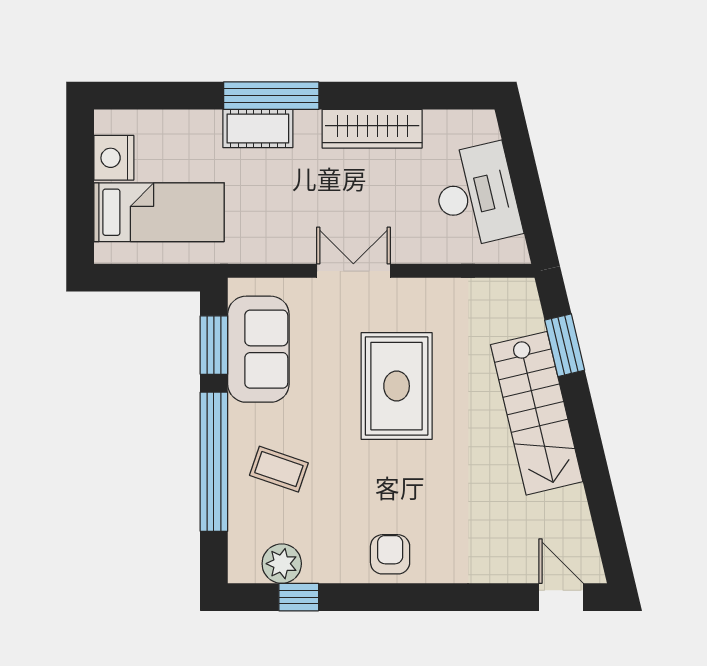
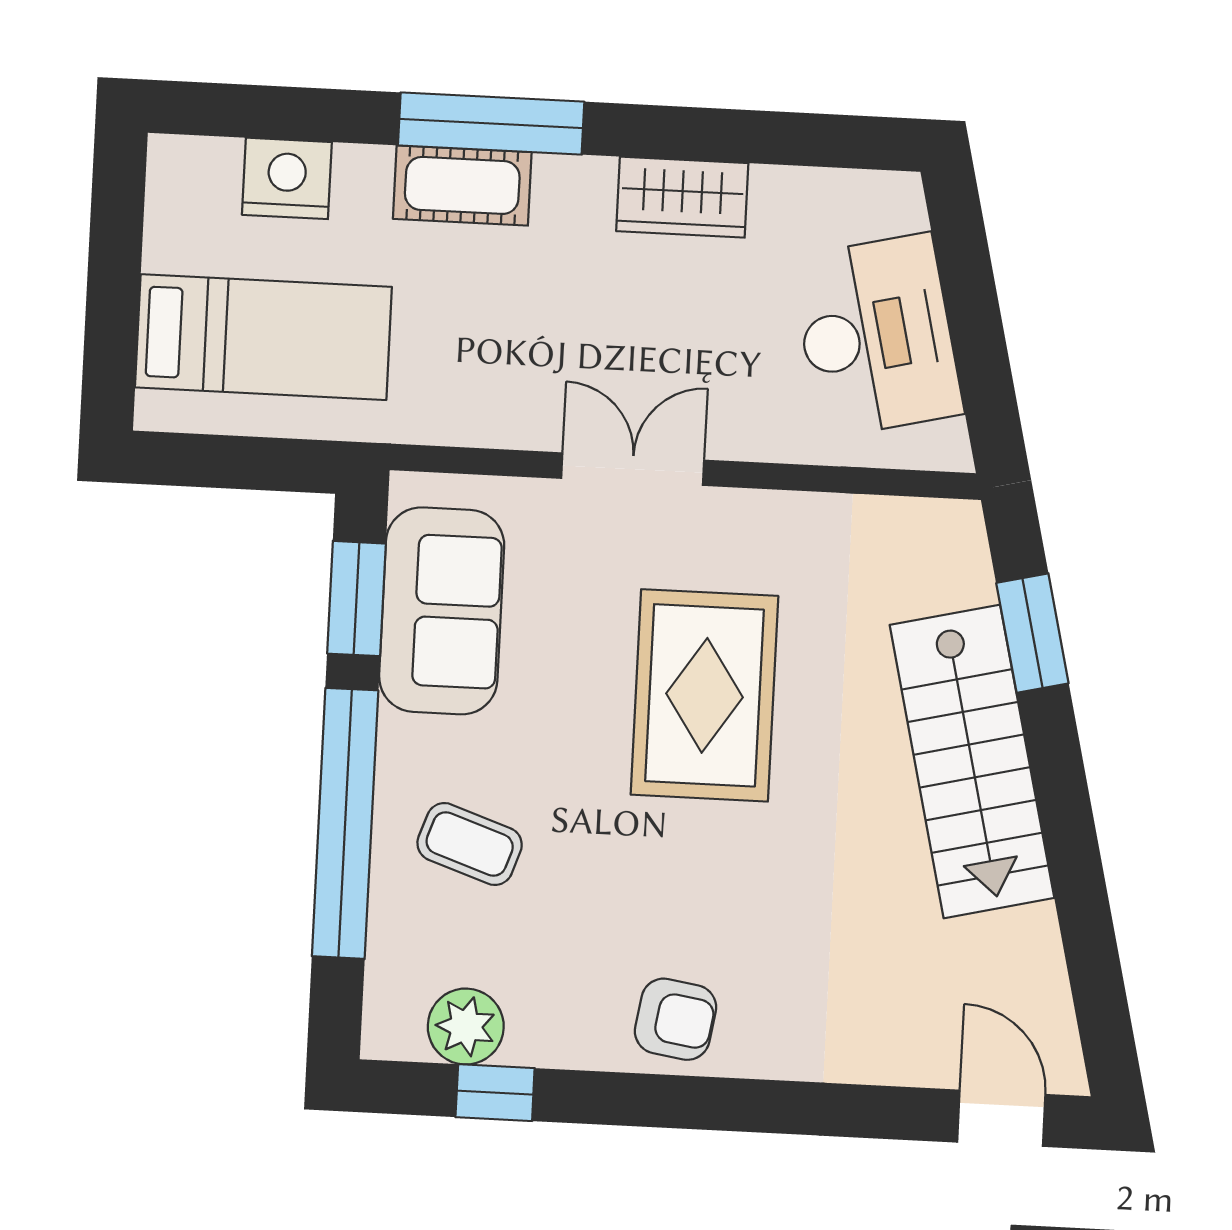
wardrobe: (372, 129) -> (682, 197), width x0.67
nightstand: (114, 158) -> (287, 178), moved, turned 90
armchair: (390, 554) -> (676, 1019), turned 99

